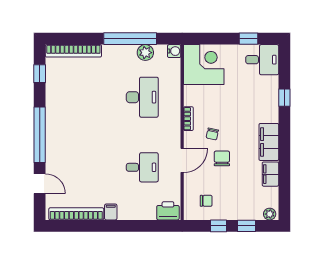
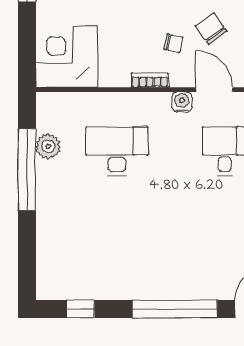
bookcase: (73, 51) -> (46, 257), removed
water cooler: (174, 51) -> (182, 102), moved
chair: (222, 158) -> (211, 29), turned 55

